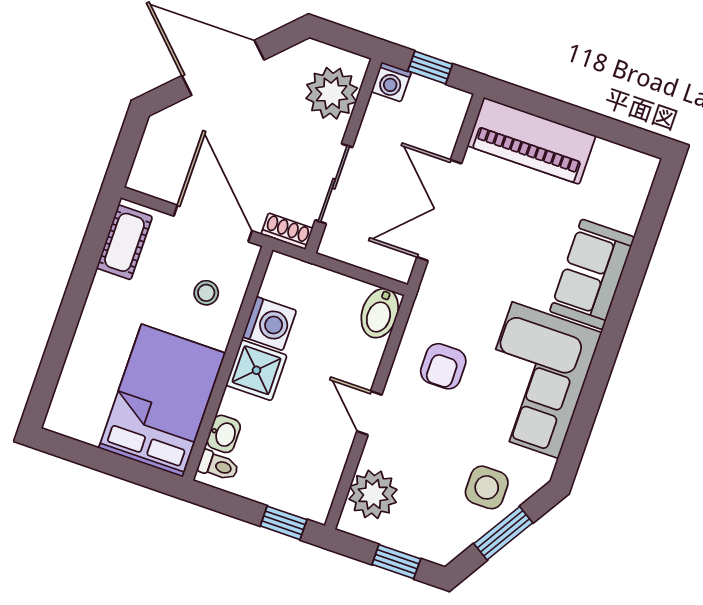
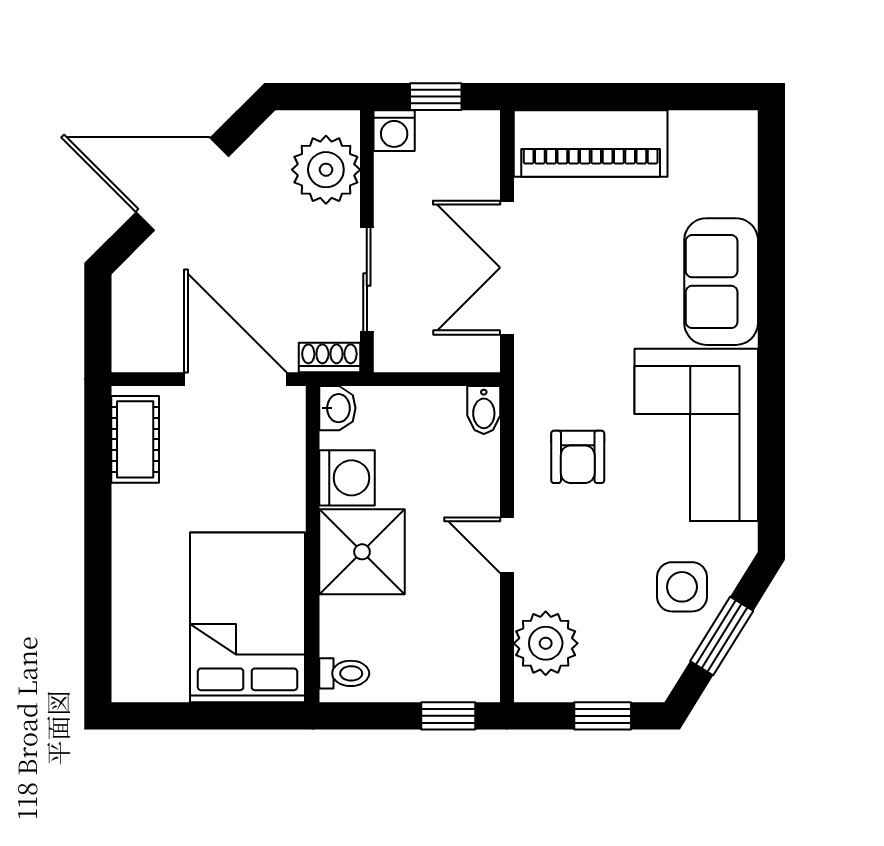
stool: (206, 293) -> (256, 467), removed
bidet: (380, 313) -> (484, 410), width x0.72, depth x0.74
shower: (256, 370) -> (362, 552), width x1.36, depth x1.36
washbasin: (224, 434) -> (337, 408), moved

